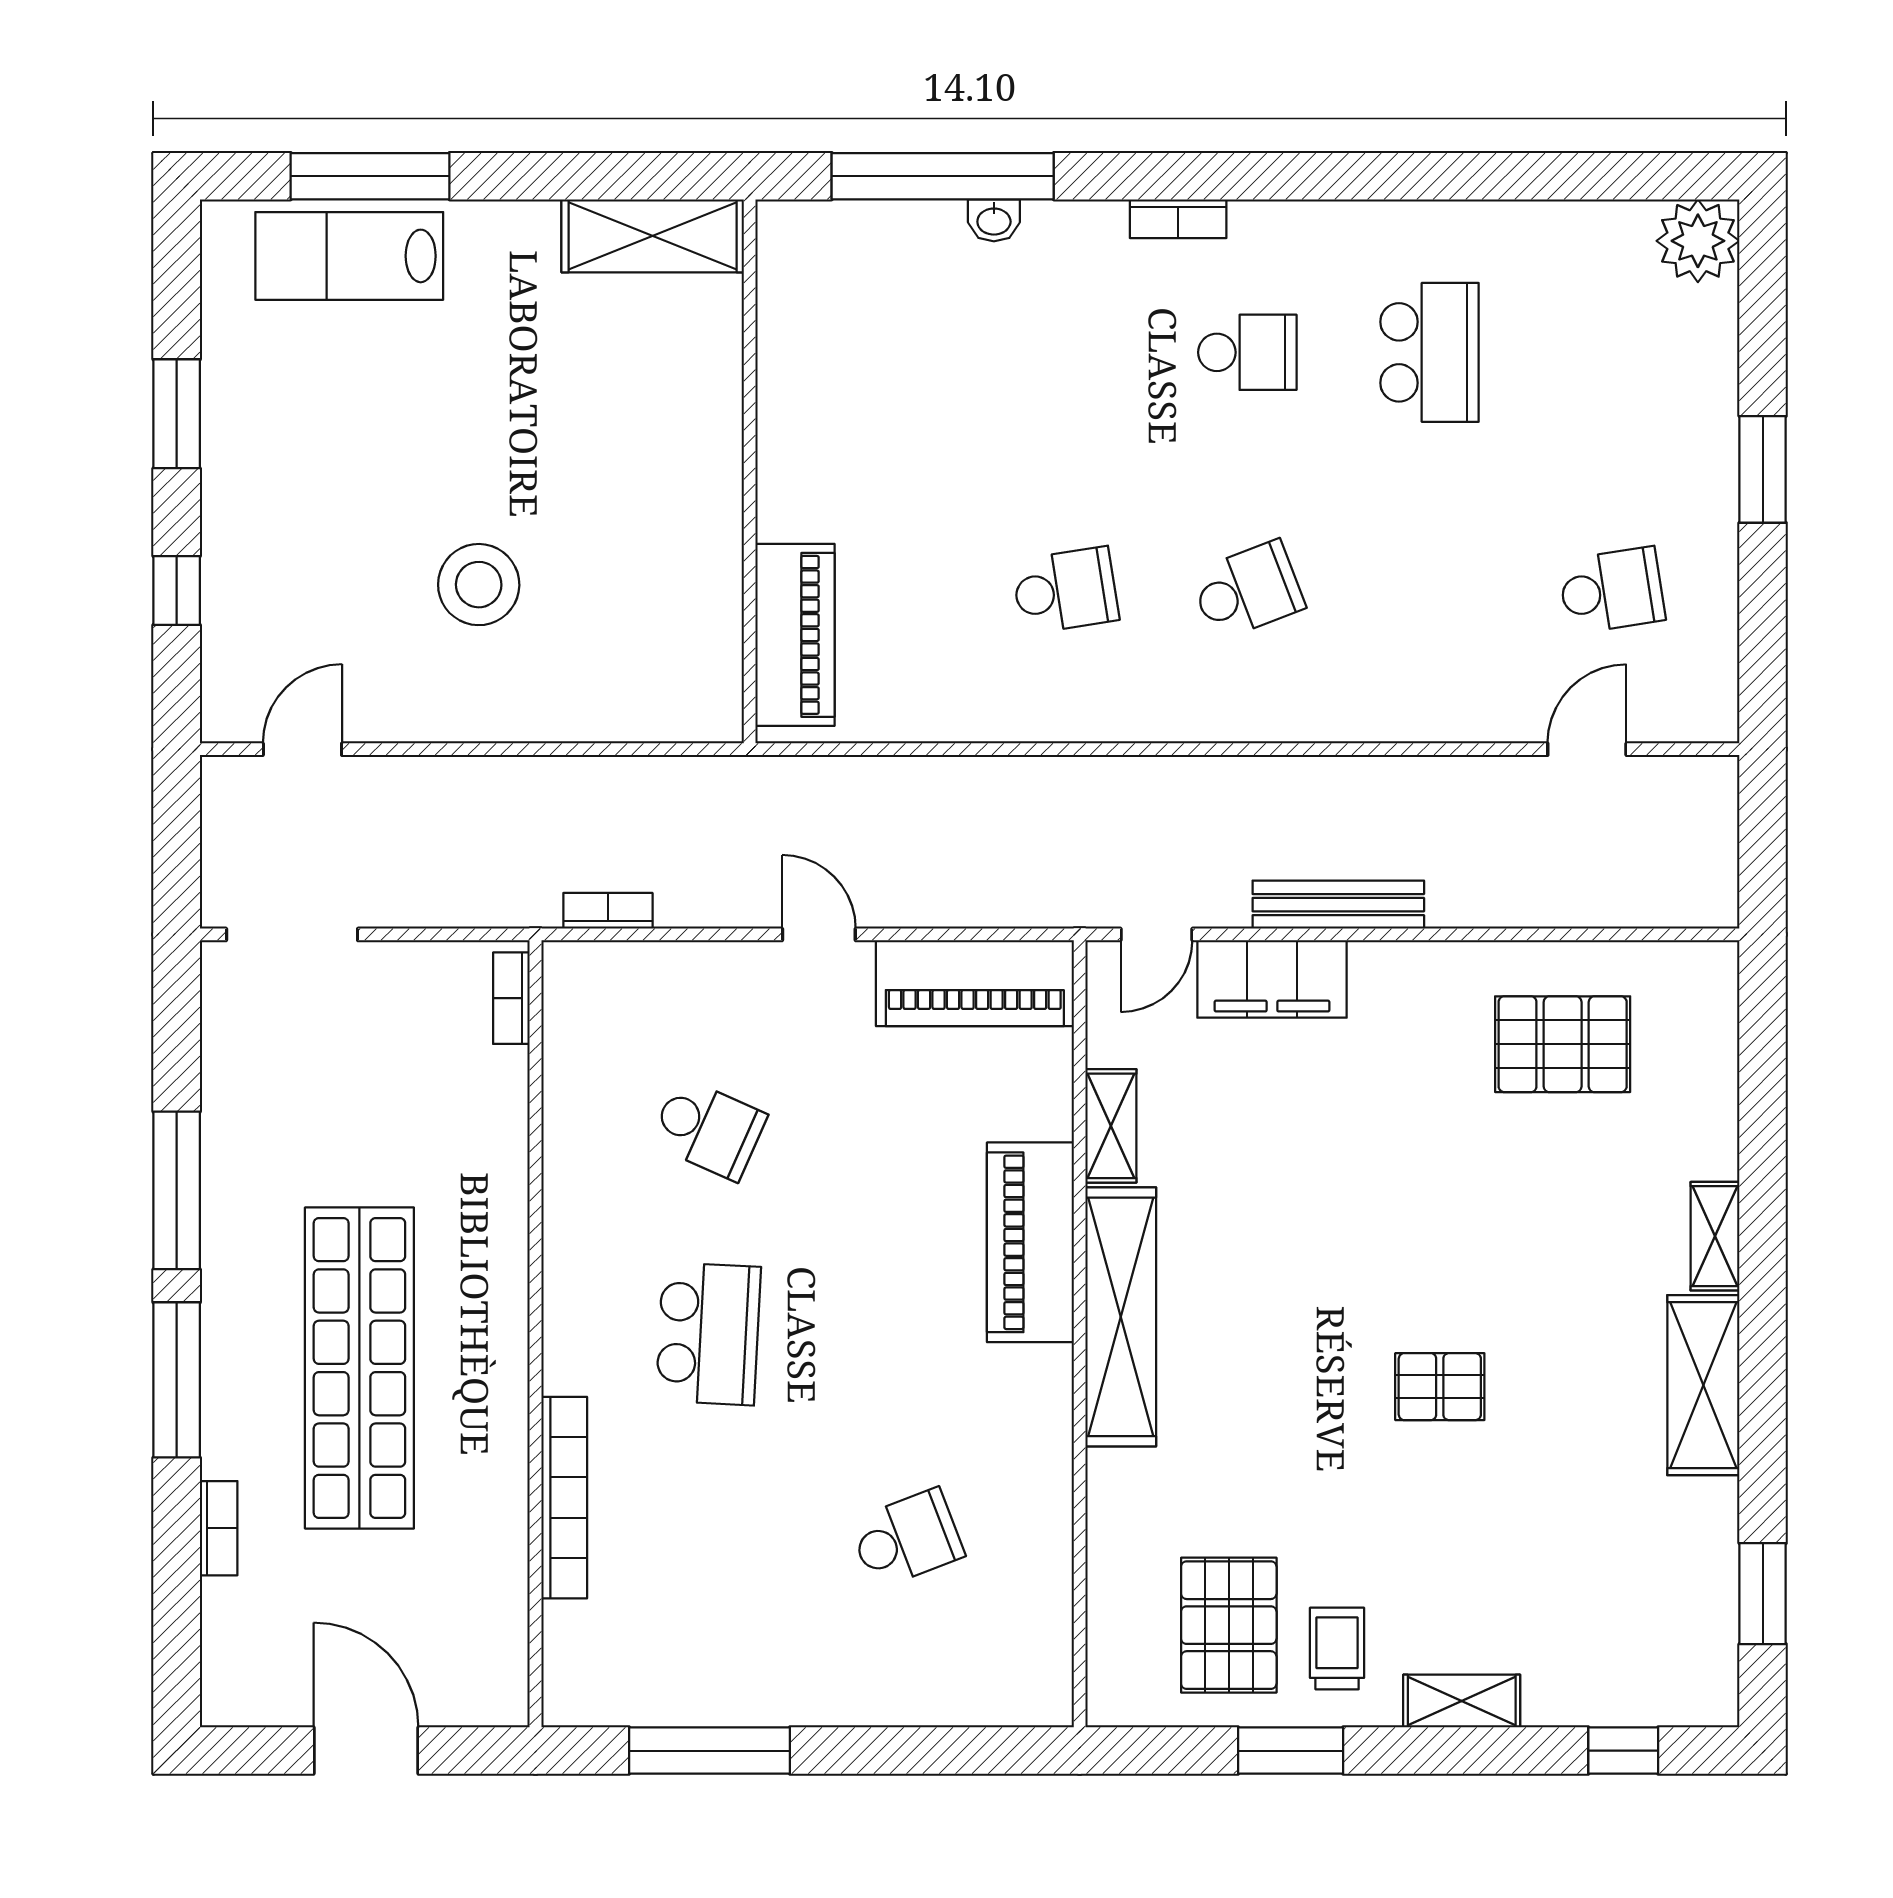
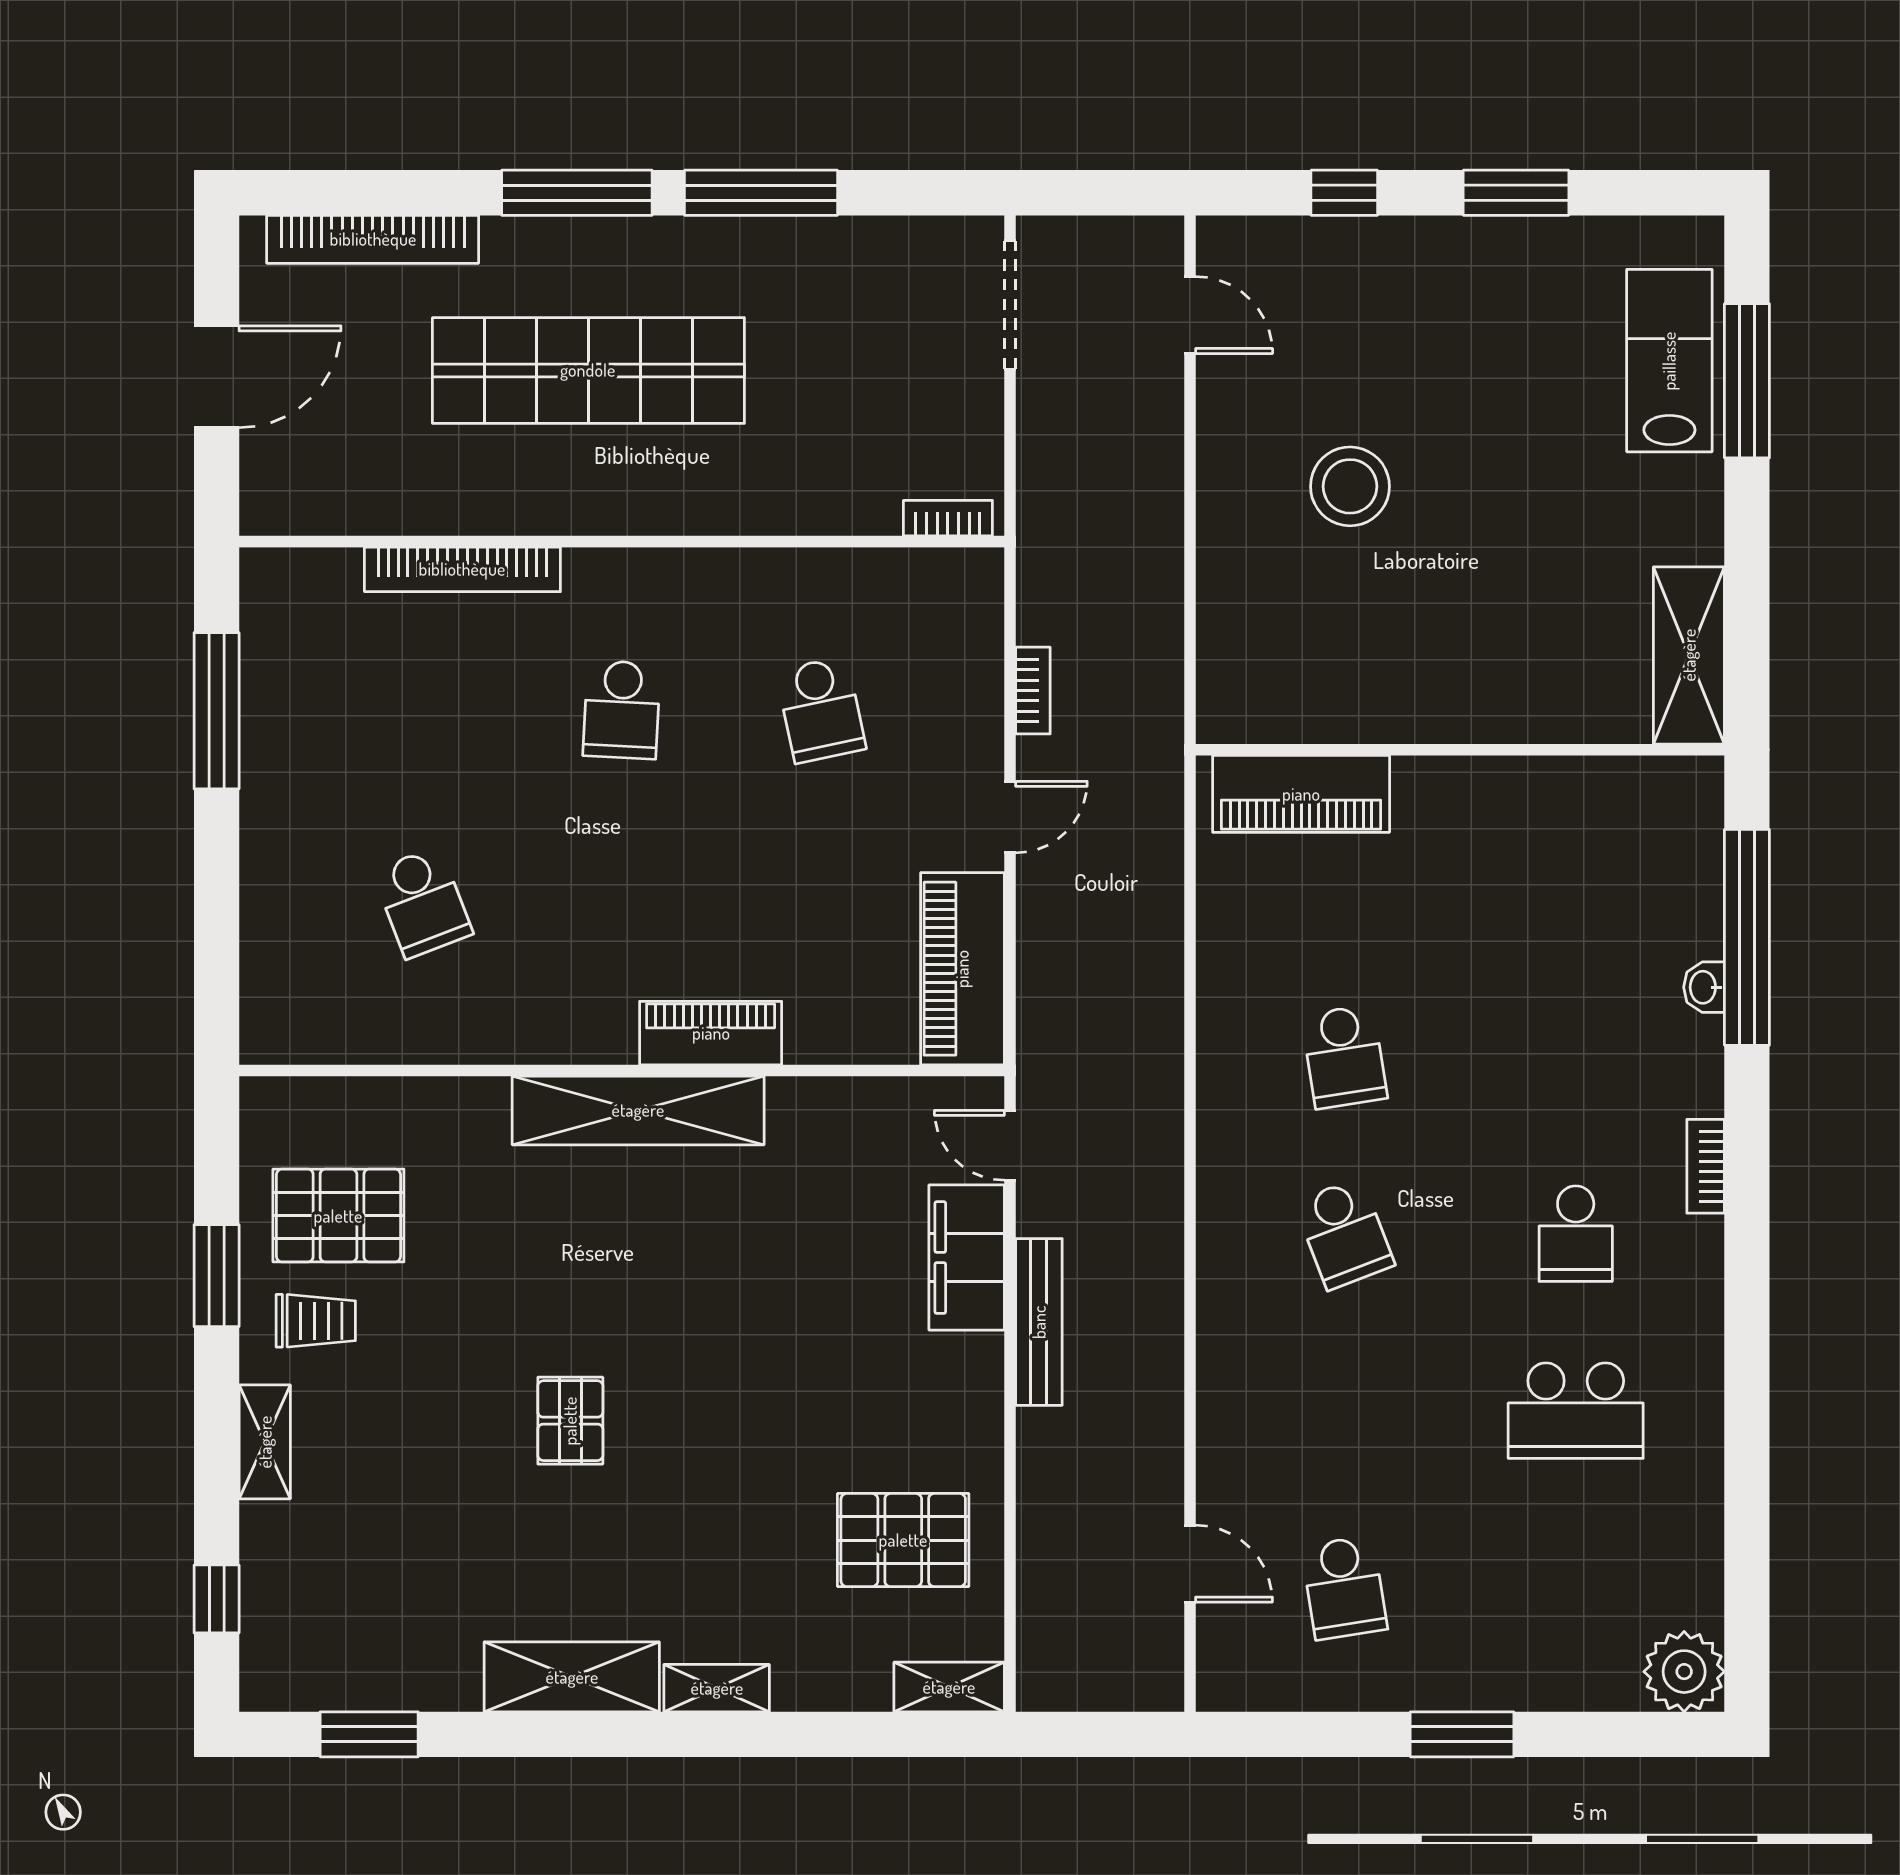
bookcase: (608, 911) -> (1033, 691), moved
pallet: (1563, 1044) -> (903, 1540), turned 90
shelving: (1111, 1126) -> (949, 1687), moved
school desk: (708, 1129) -> (821, 710), turned -36
piano: (1030, 1242) -> (711, 1033), width x0.73, depth x0.75
school desk: (708, 1334) -> (622, 710), width x0.54
bookcase: (219, 1528) -> (373, 239), width x2.31, depth x1.31

